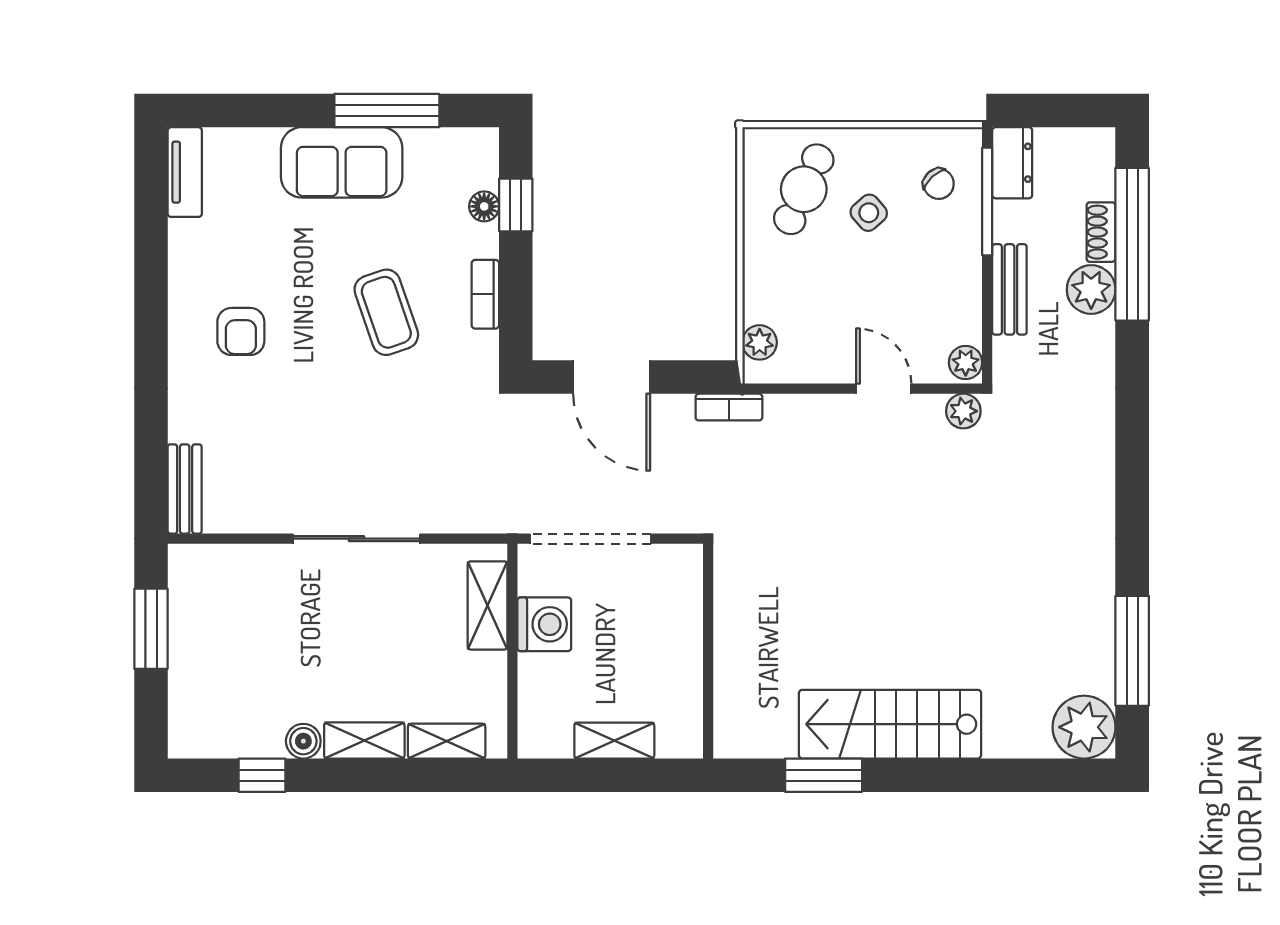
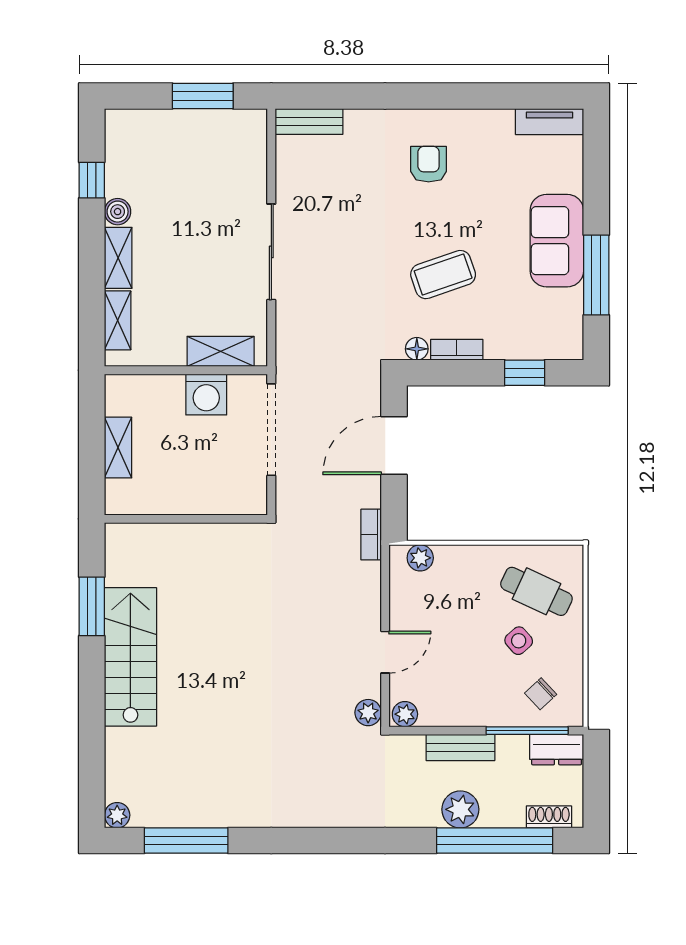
floor lamp: (484, 206) -> (417, 349), moved
shoe rack: (1101, 232) -> (549, 817), moved
armchair: (241, 331) -> (429, 164), turned 90
plant: (1084, 727) -> (117, 815), width x0.53, depth x0.53

